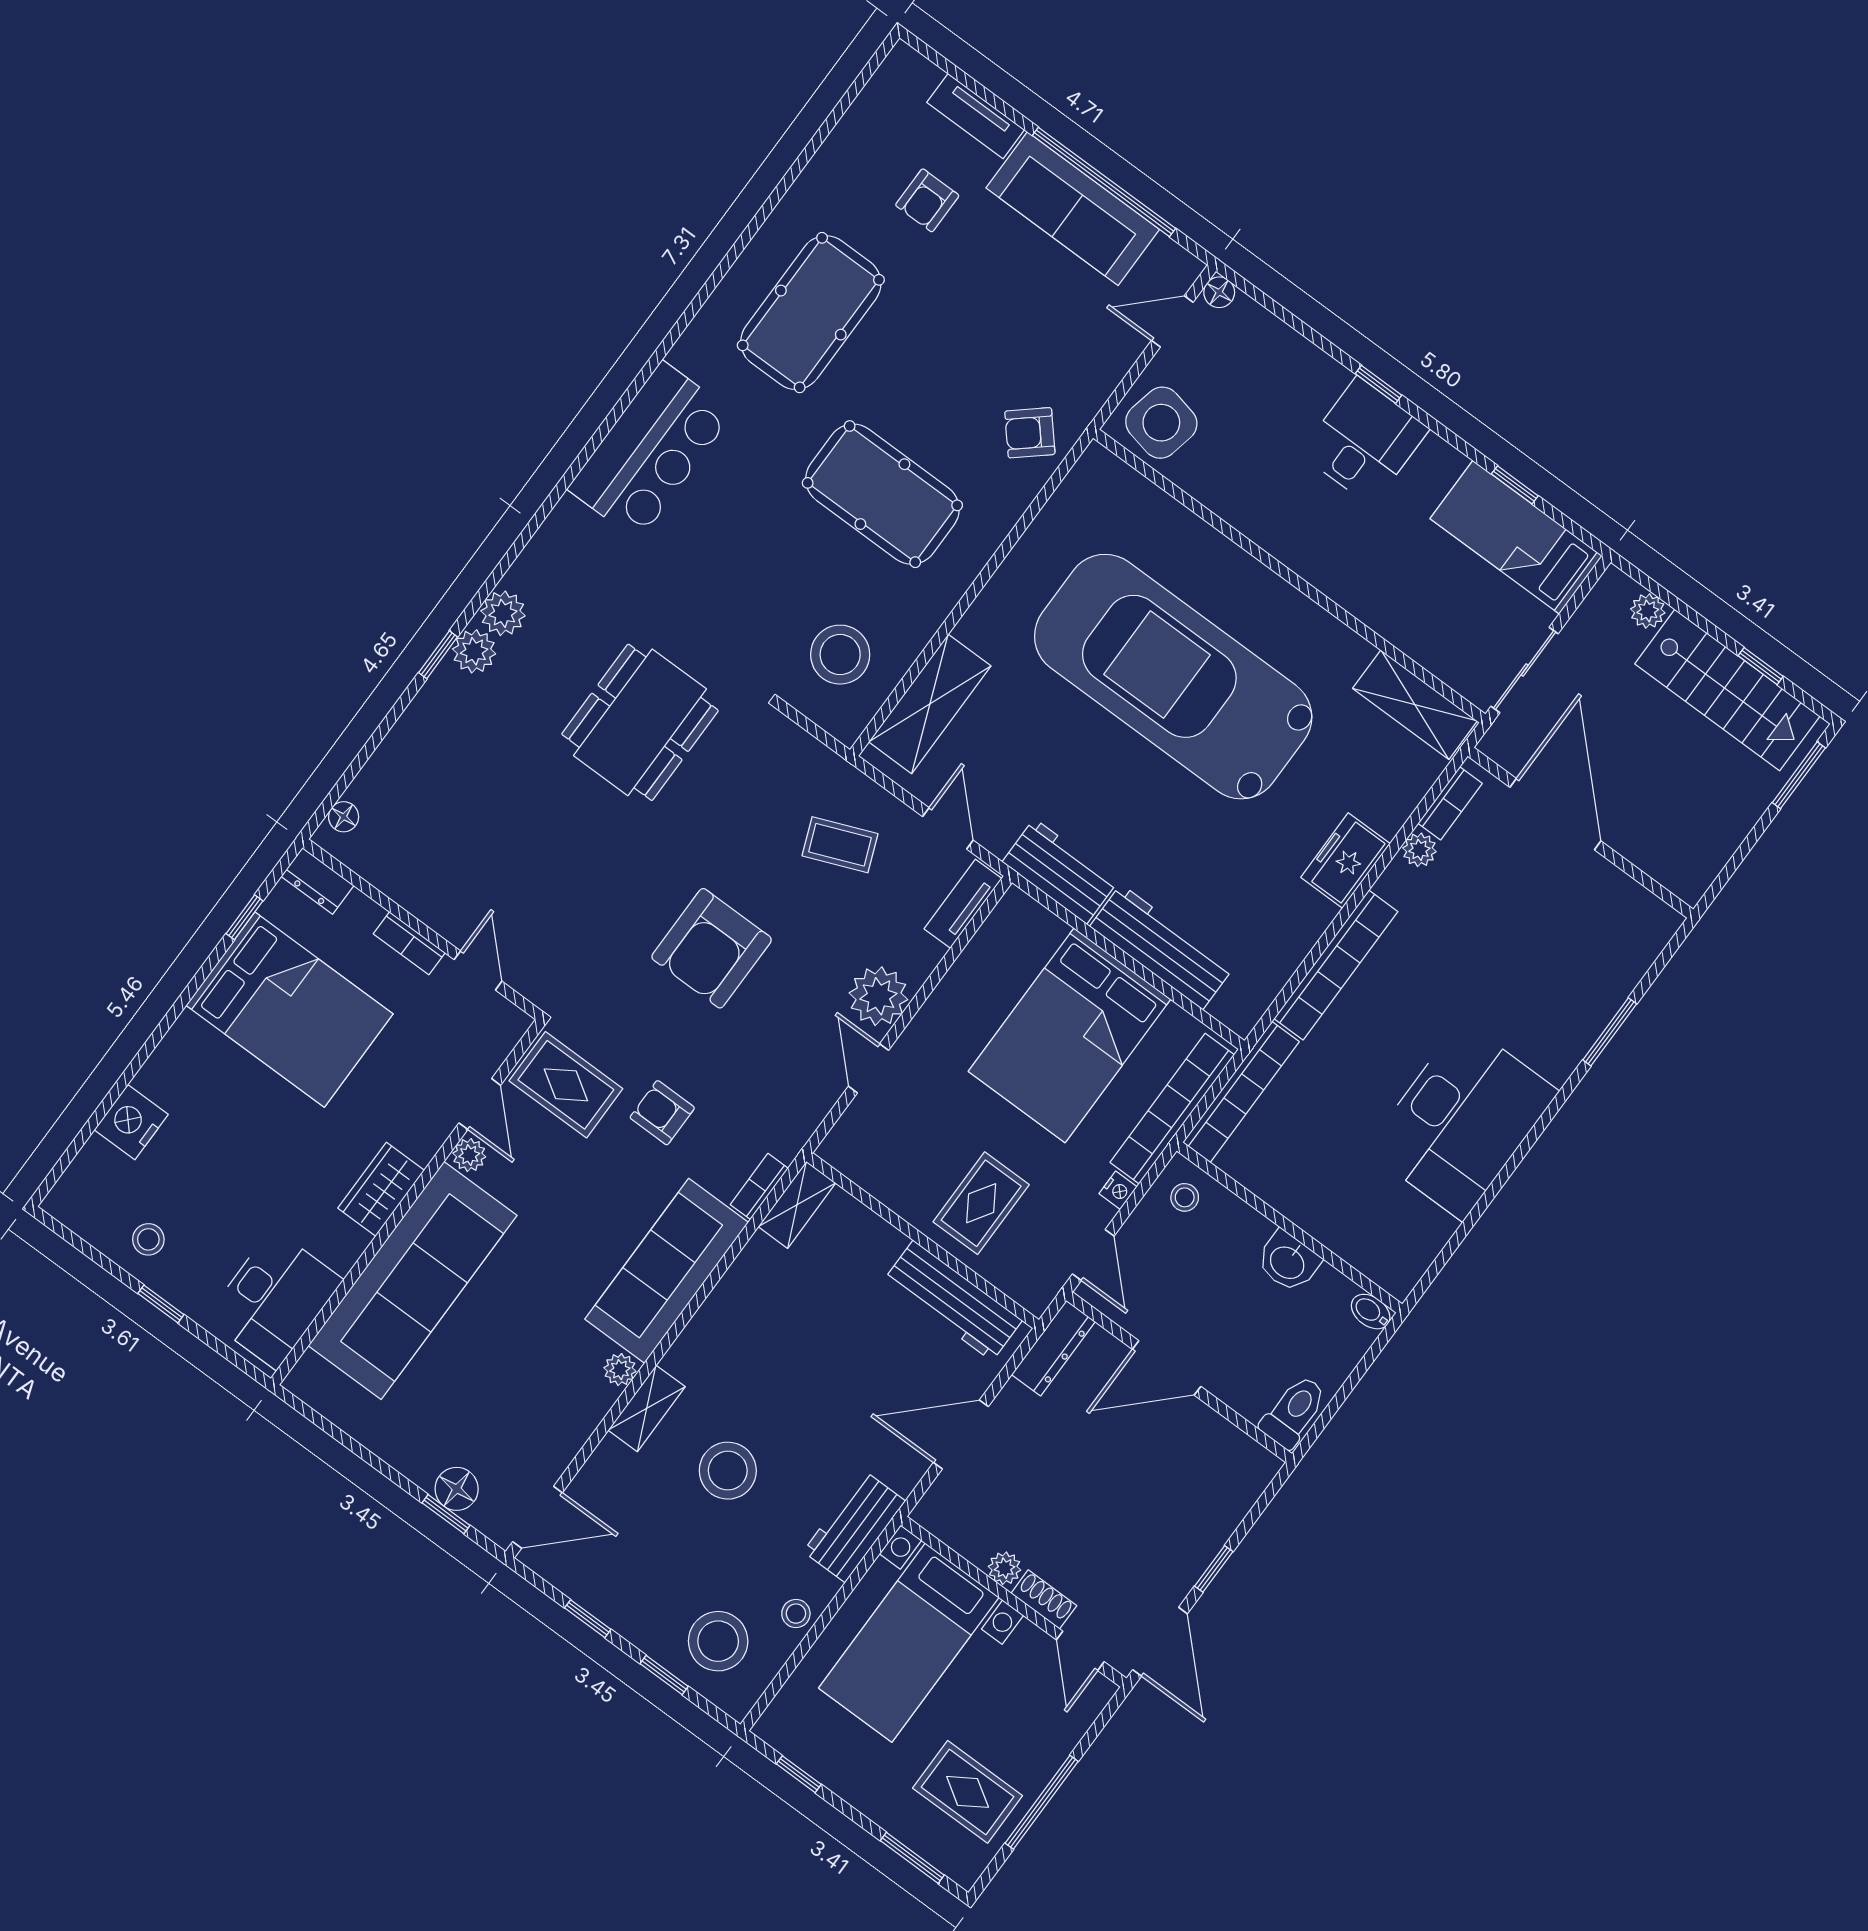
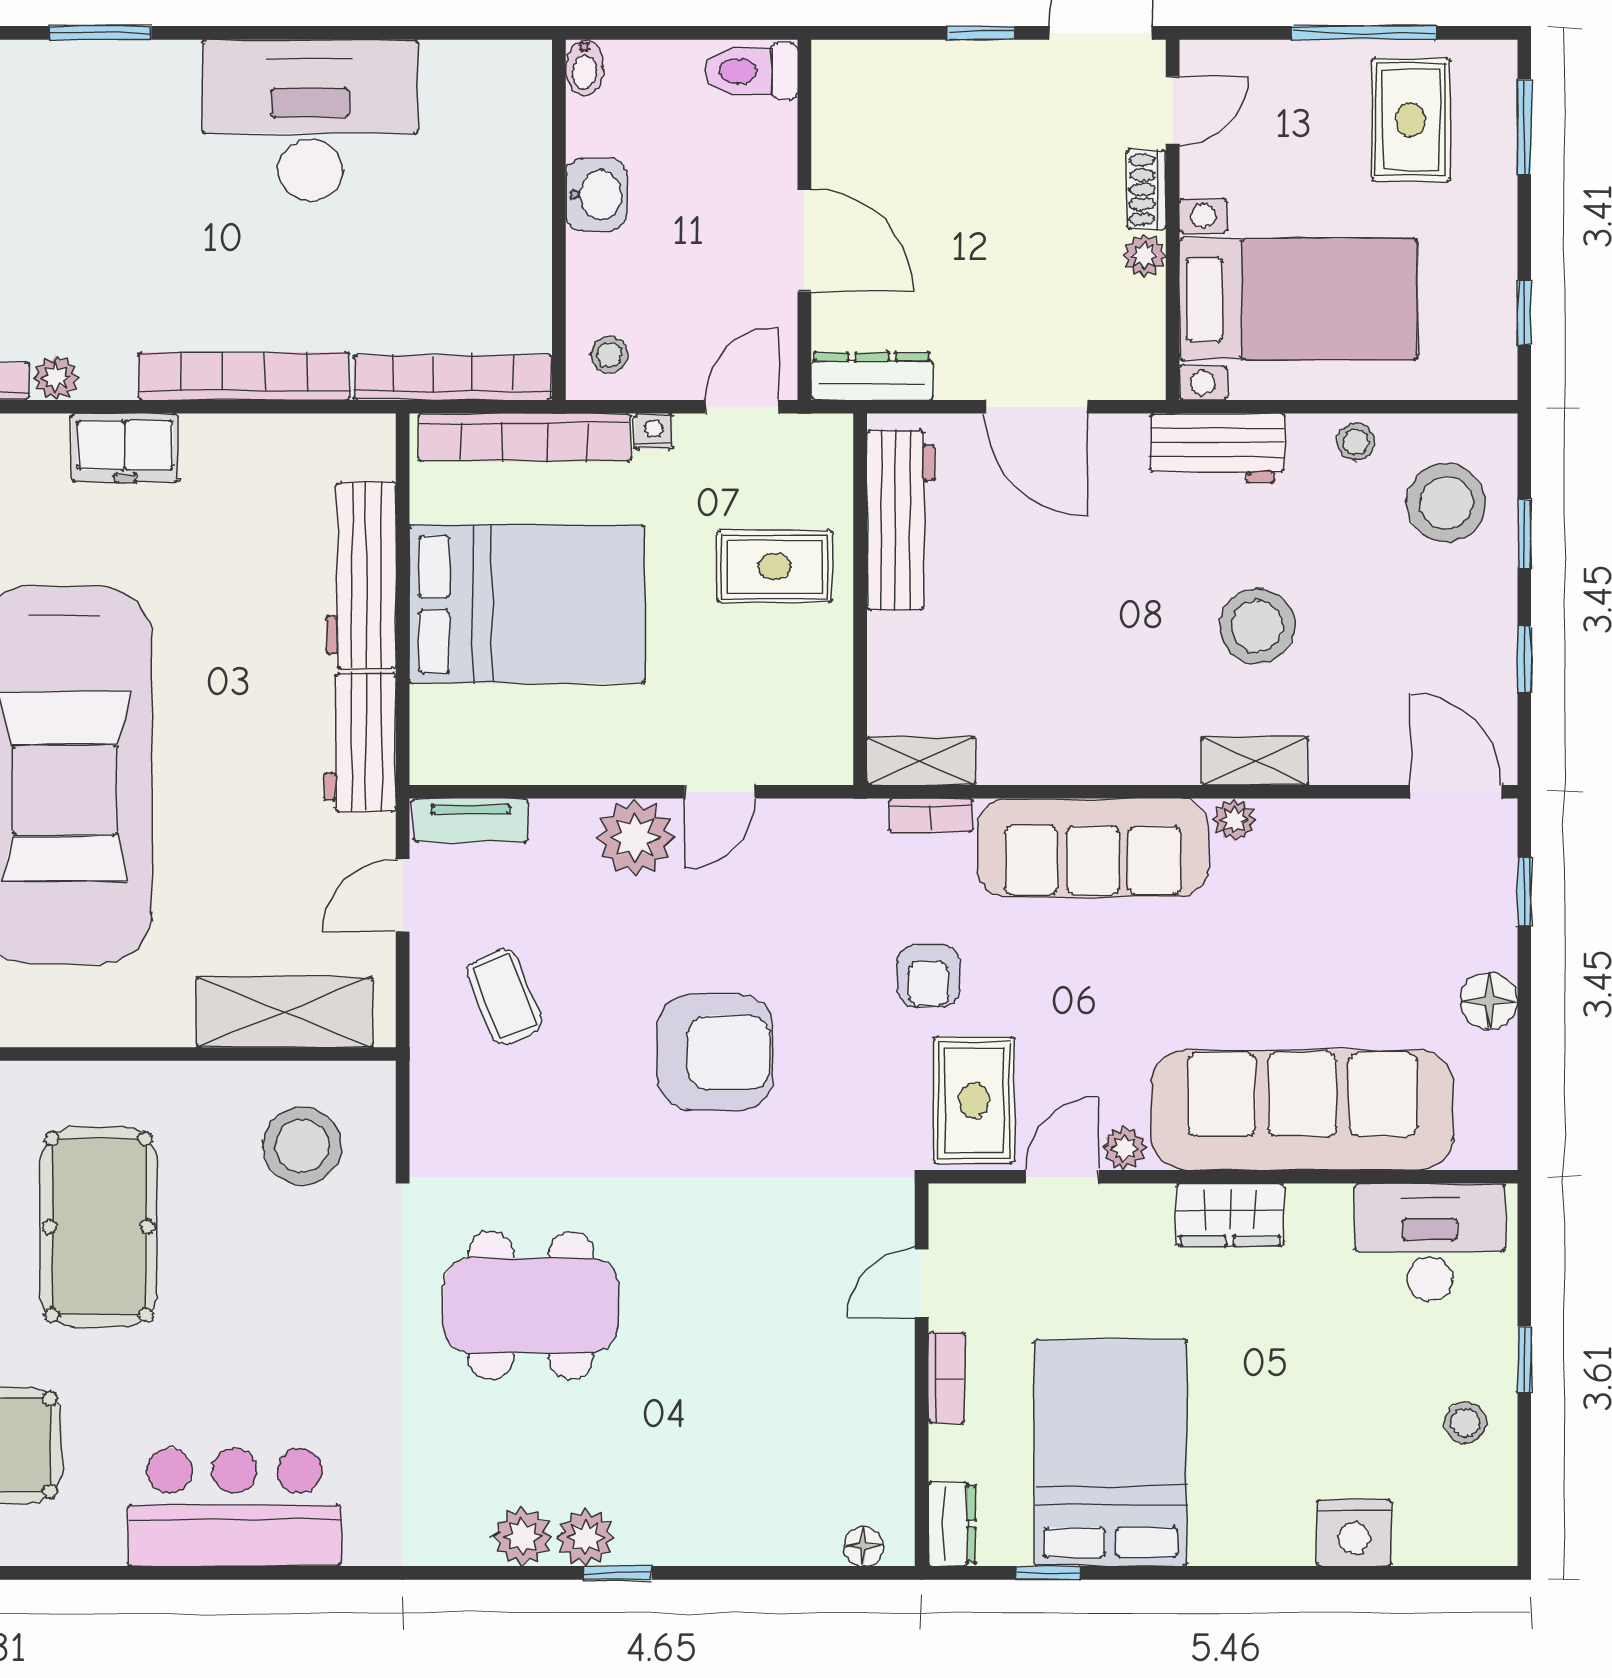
floor lamp: (457, 1489) -> (1489, 1001), moved

